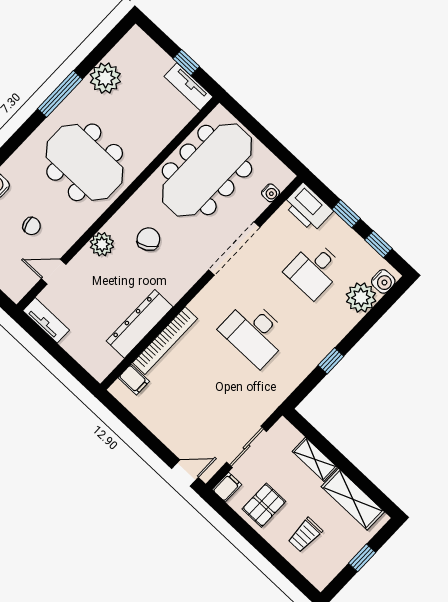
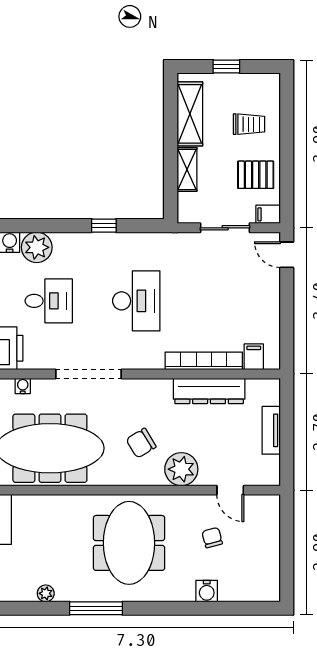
plant: (105, 78) -> (46, 593), width x0.53, depth x0.53
plant: (102, 244) -> (181, 469), width x1.36, depth x1.36
tv unit: (46, 320) -> (271, 430), moved

